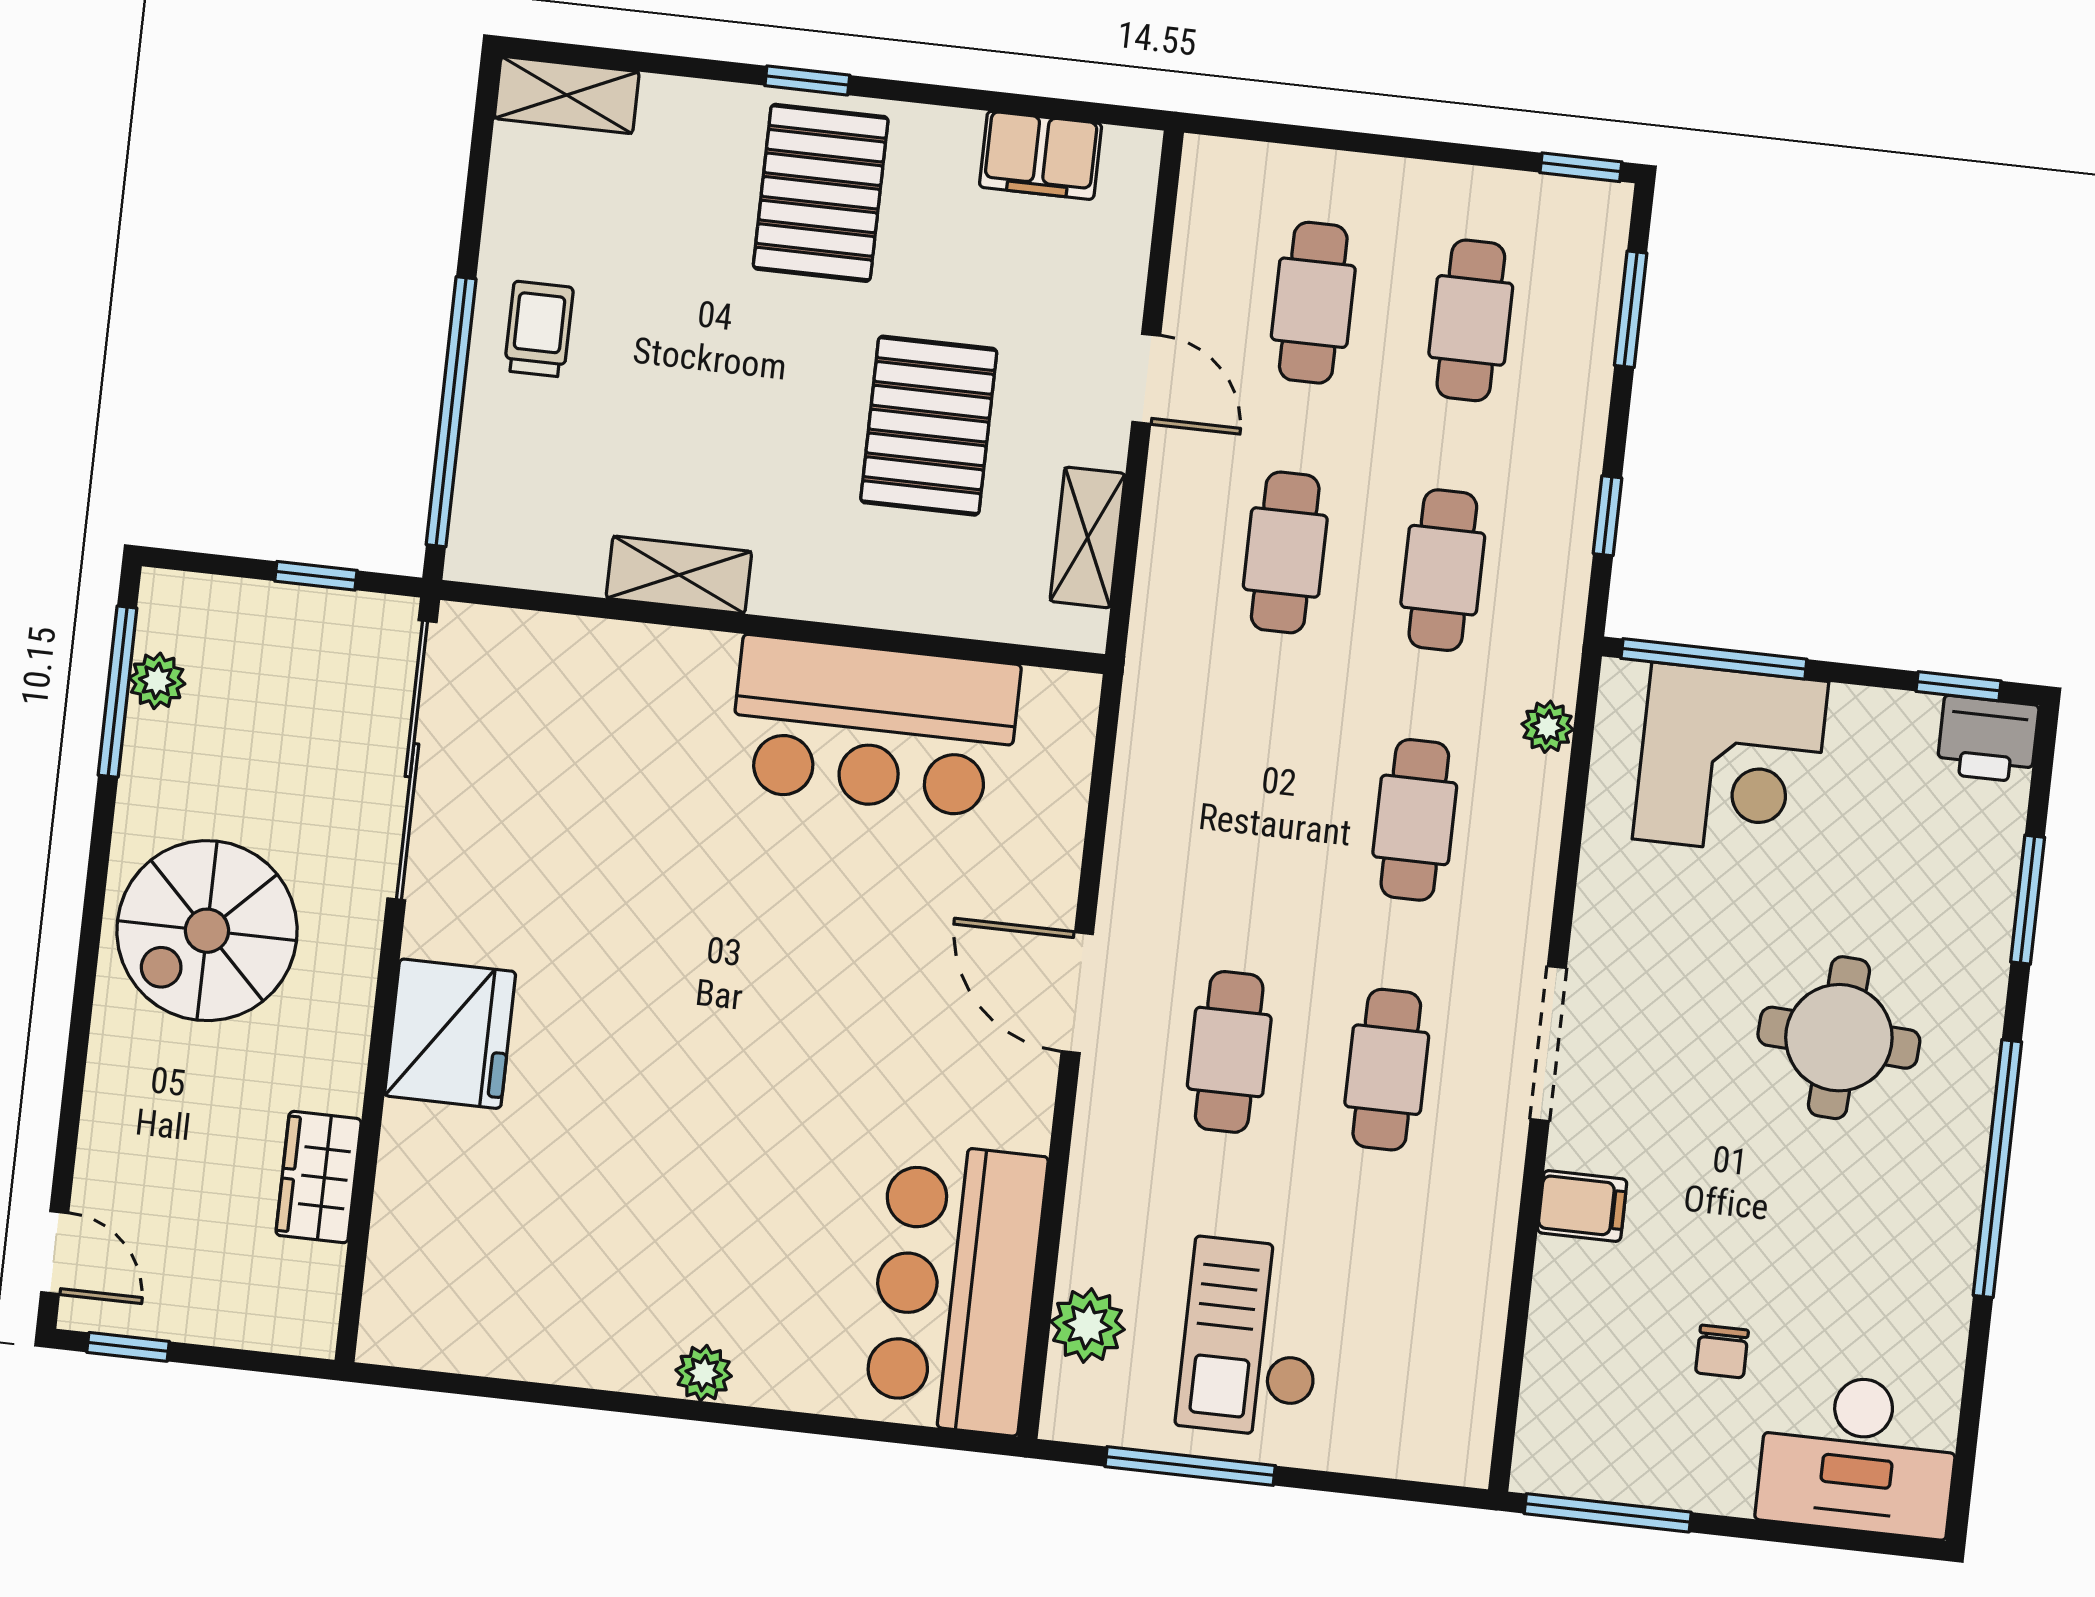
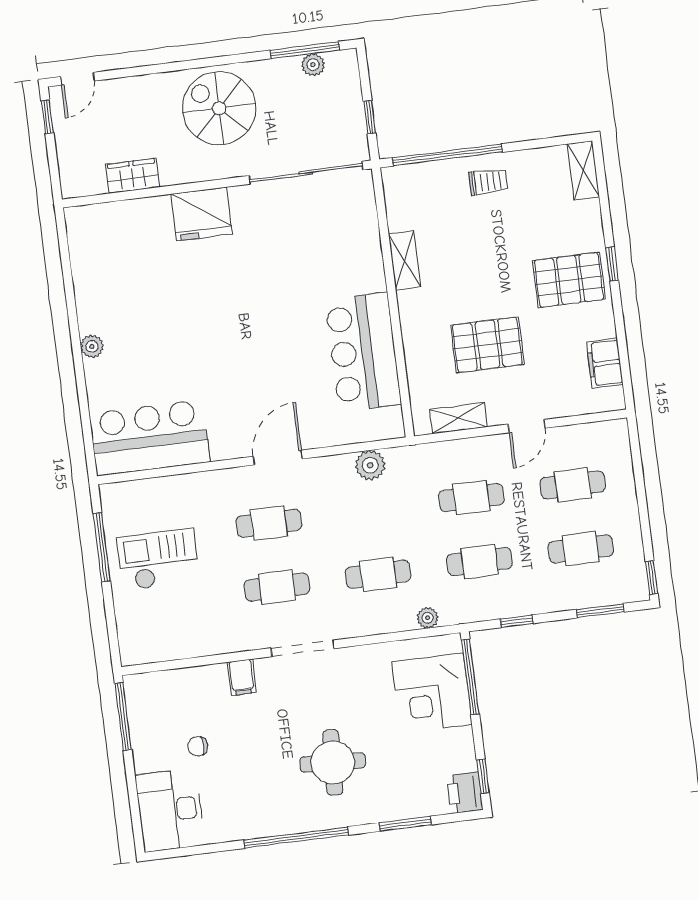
plant: (1087, 1325) -> (370, 465), moved

